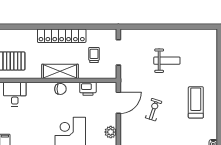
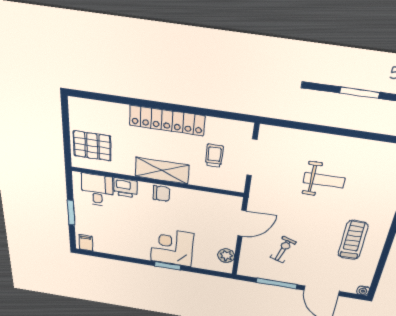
printer: (88, 89) -> (125, 188), moved
exercise bike: (154, 110) -> (283, 250), moved

